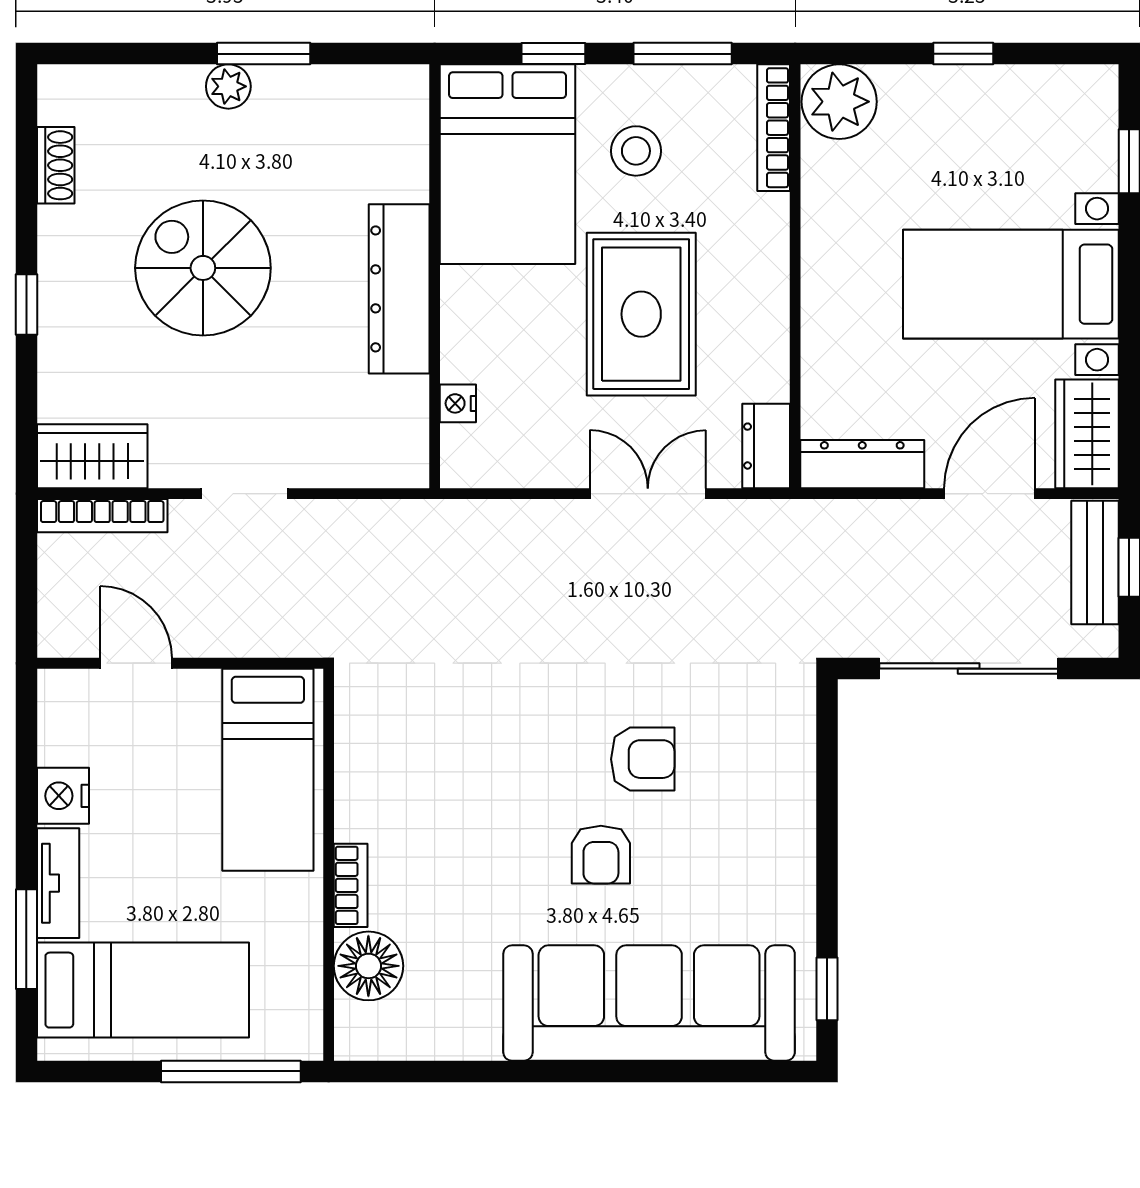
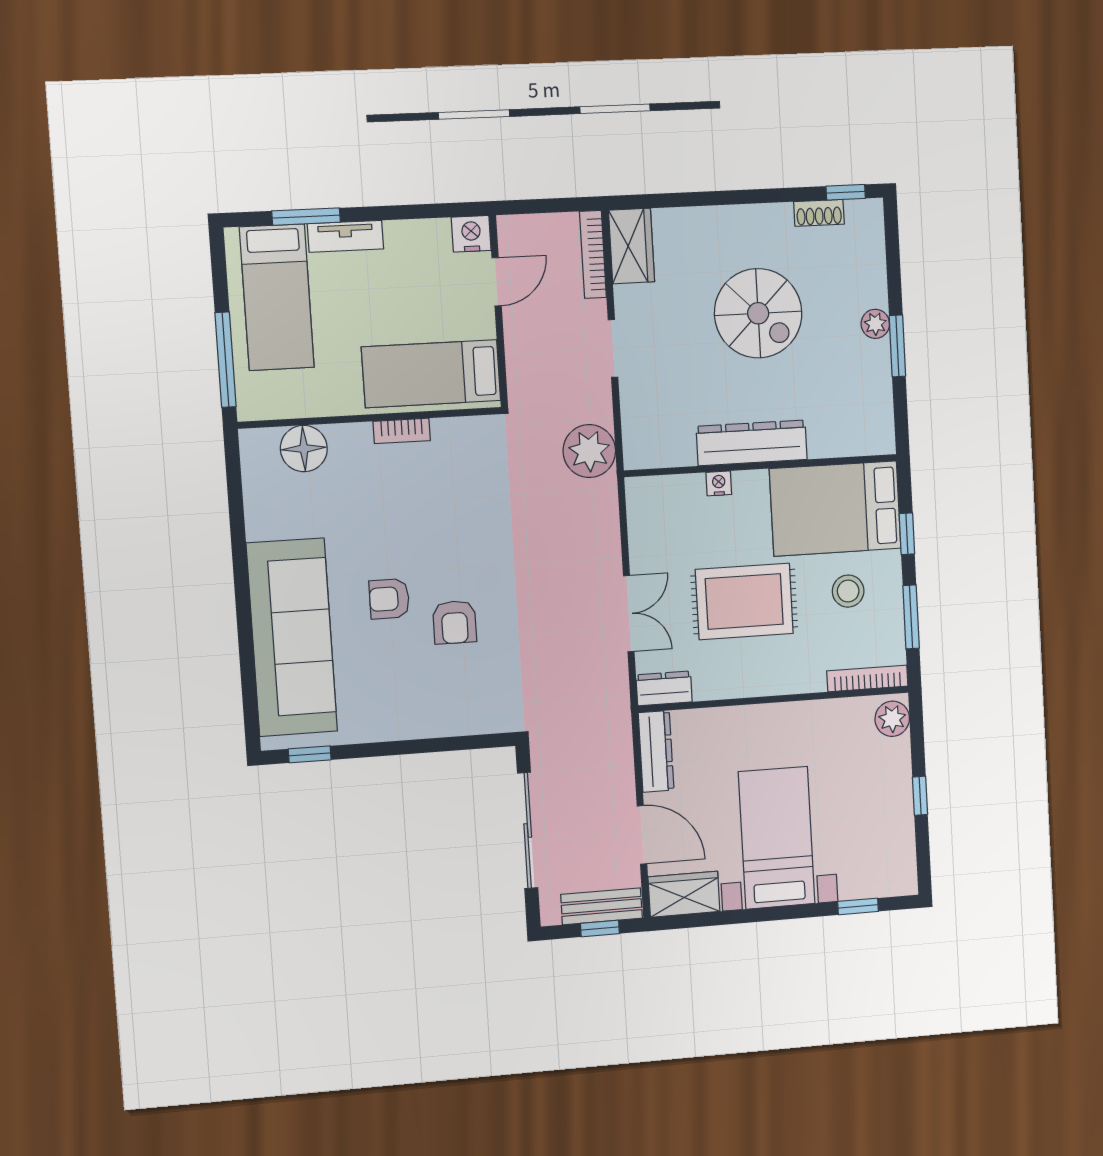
plant: (839, 102) -> (892, 719), width x0.73, depth x0.73
spiral stairs: (203, 268) -> (758, 313), turned 90
window: (26, 305) -> (846, 192), moved
nightstand: (458, 403) -> (719, 483), moved
plant: (397, 539) -> (589, 451), added
nightstand: (63, 796) -> (471, 234), moved
bookcase: (351, 885) -> (402, 431), moved

